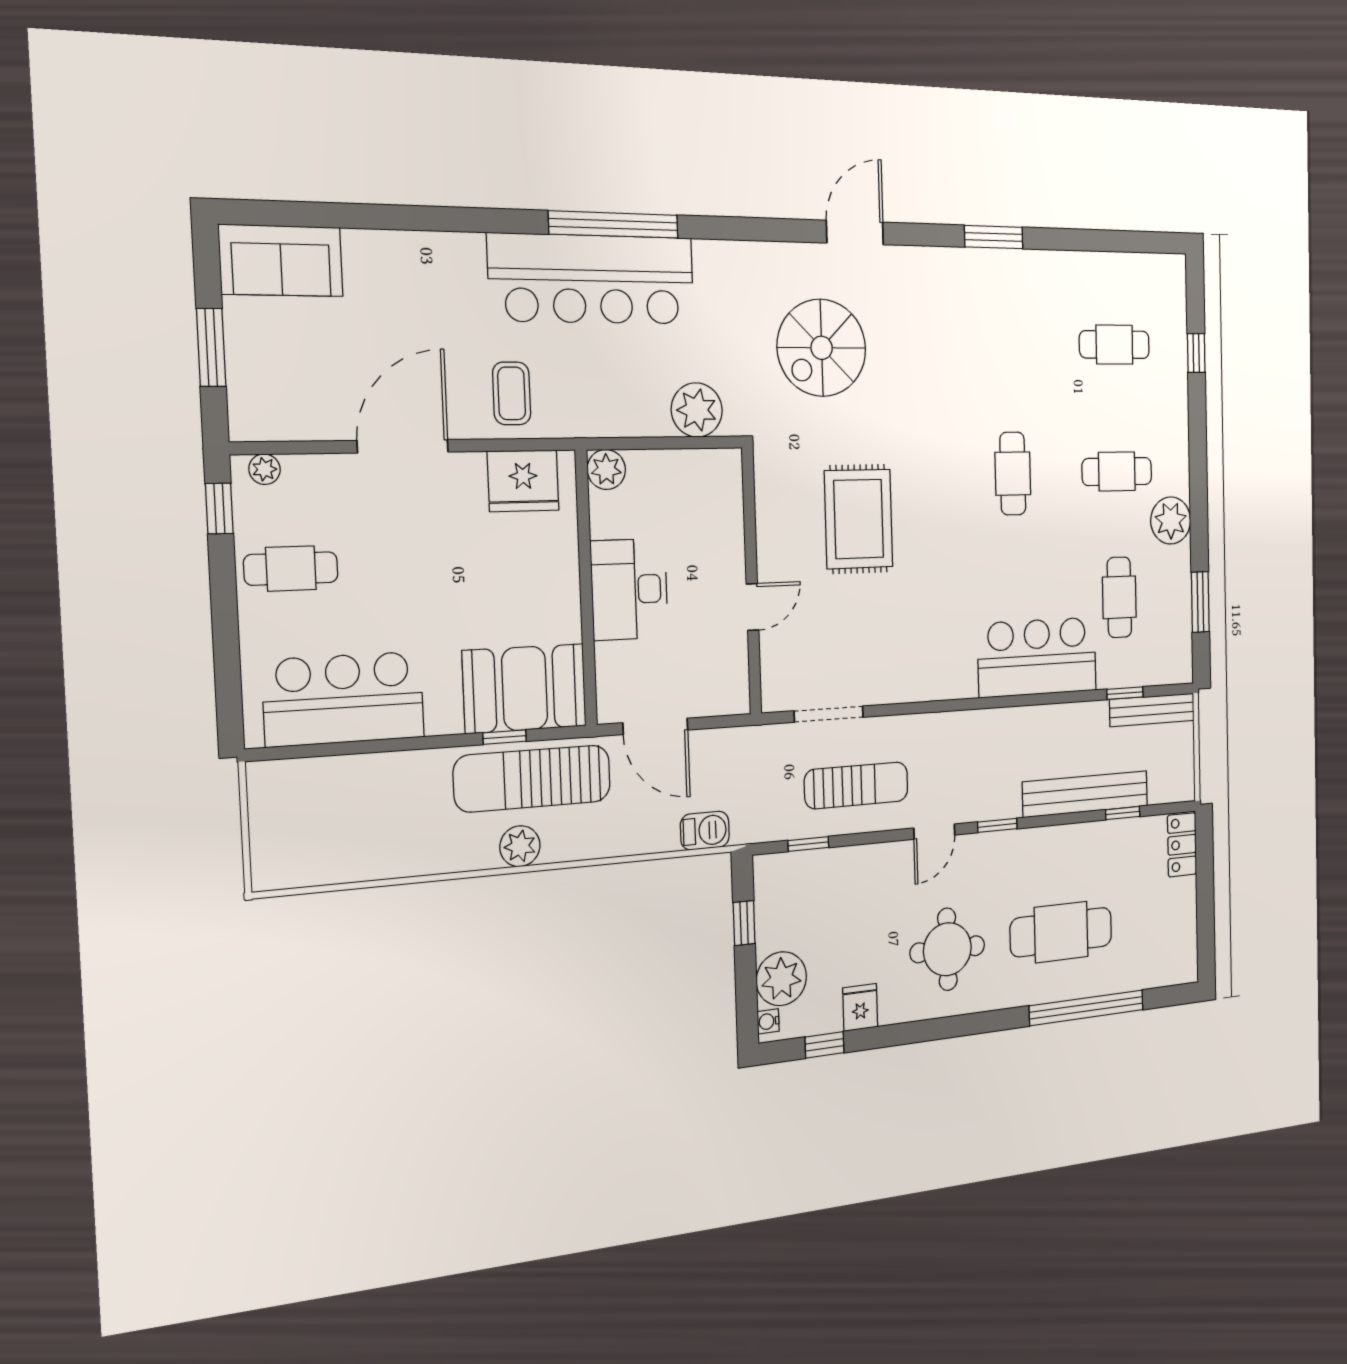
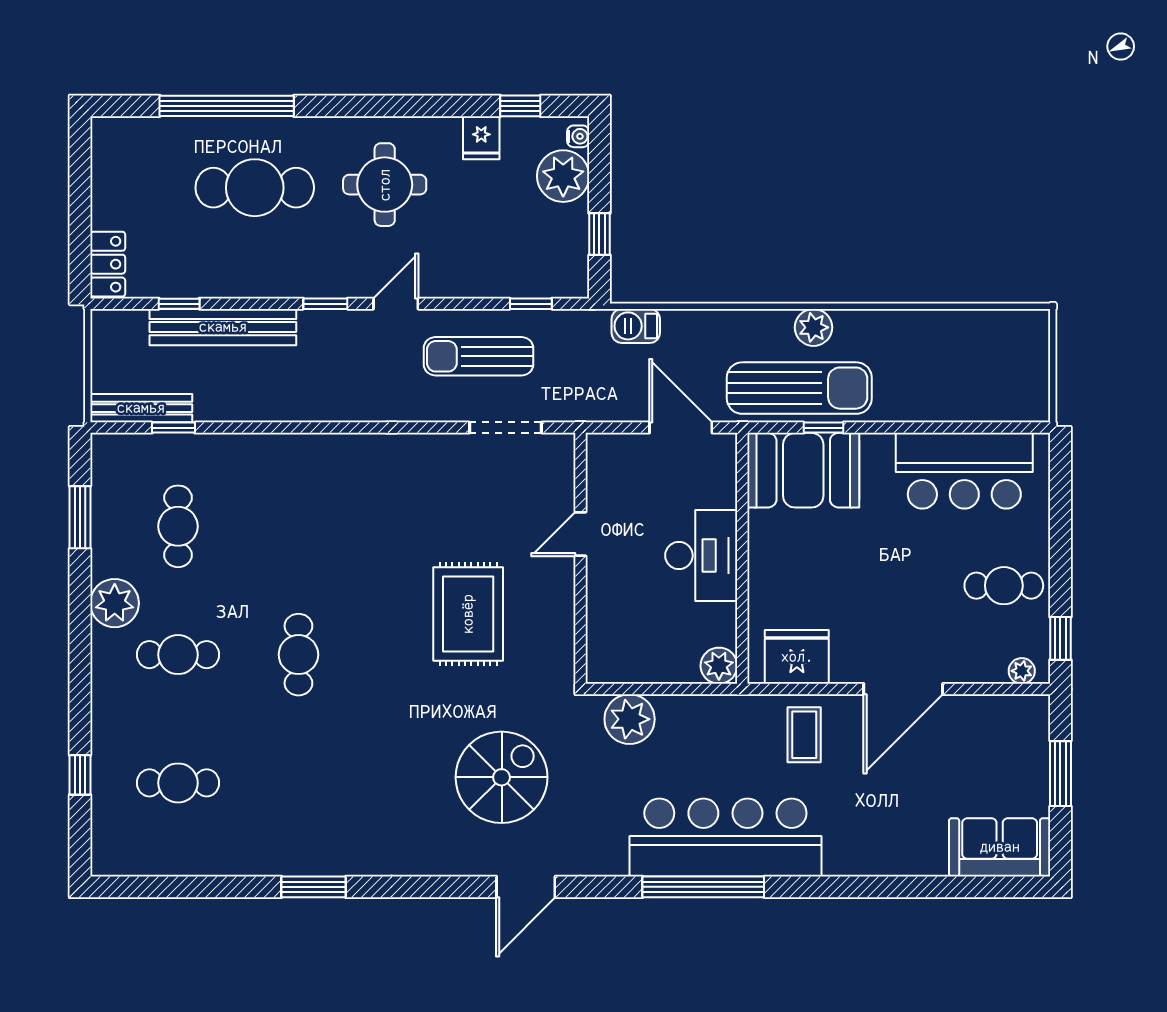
door: (855, 232) -> (526, 887), moved
bar counter: (1037, 657) -> (275, 470), removed

